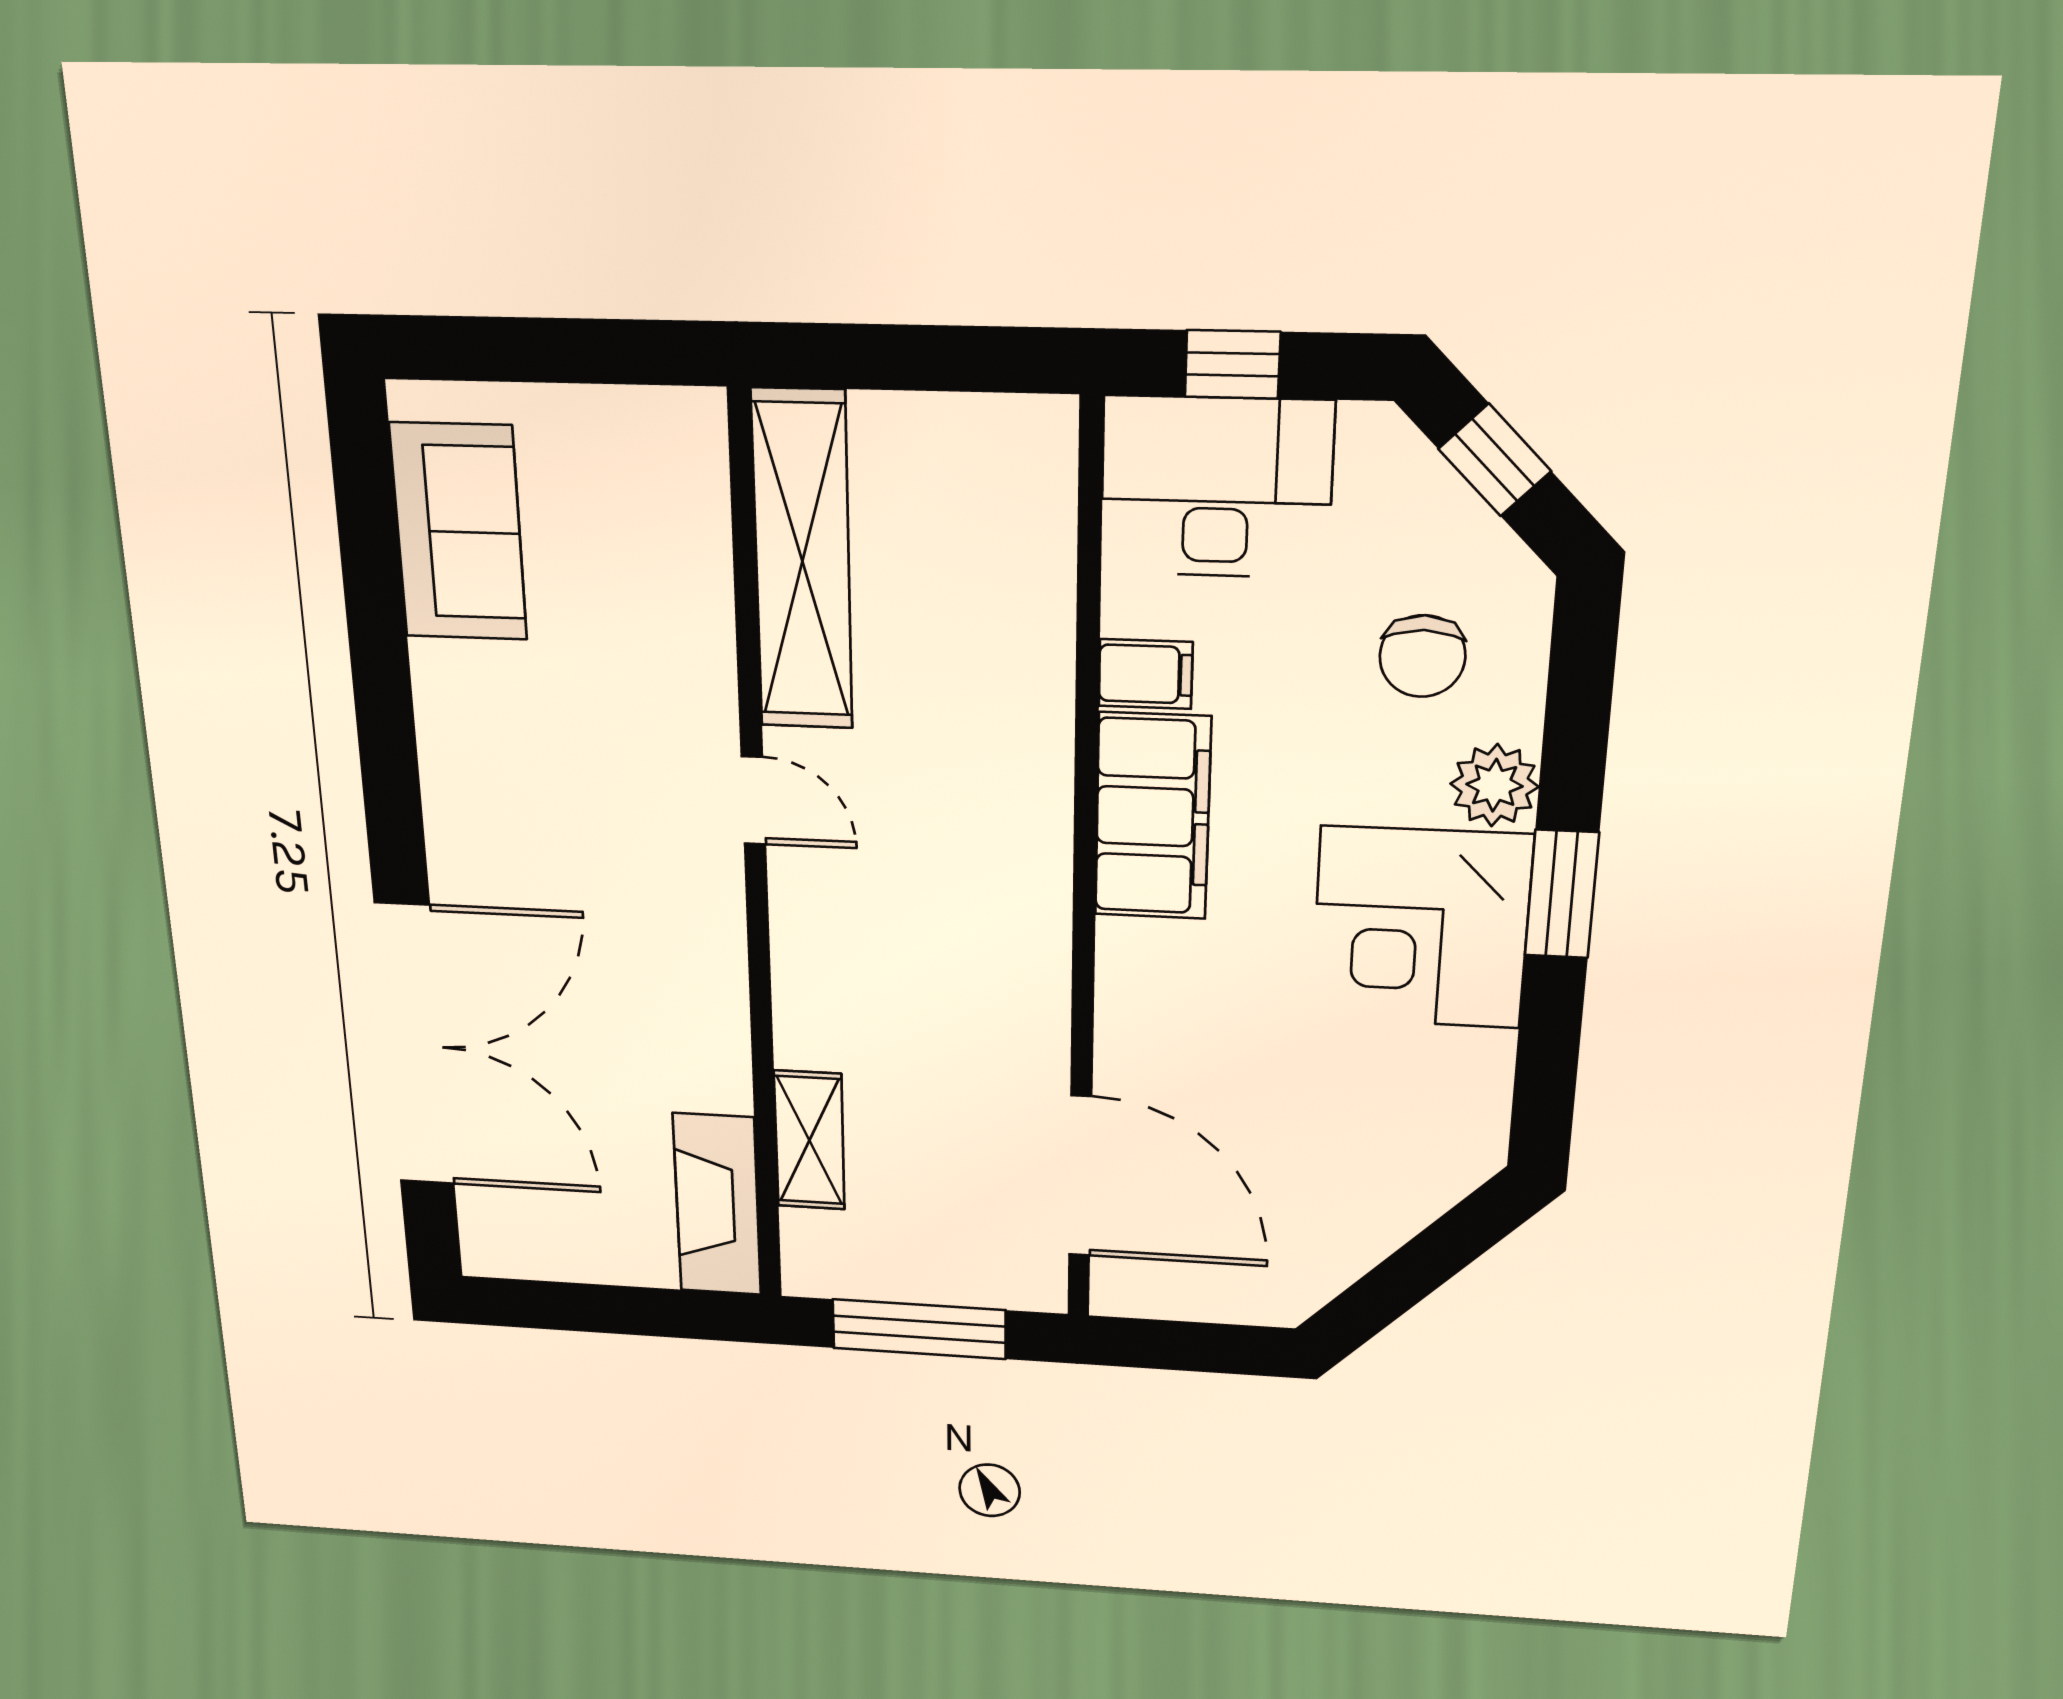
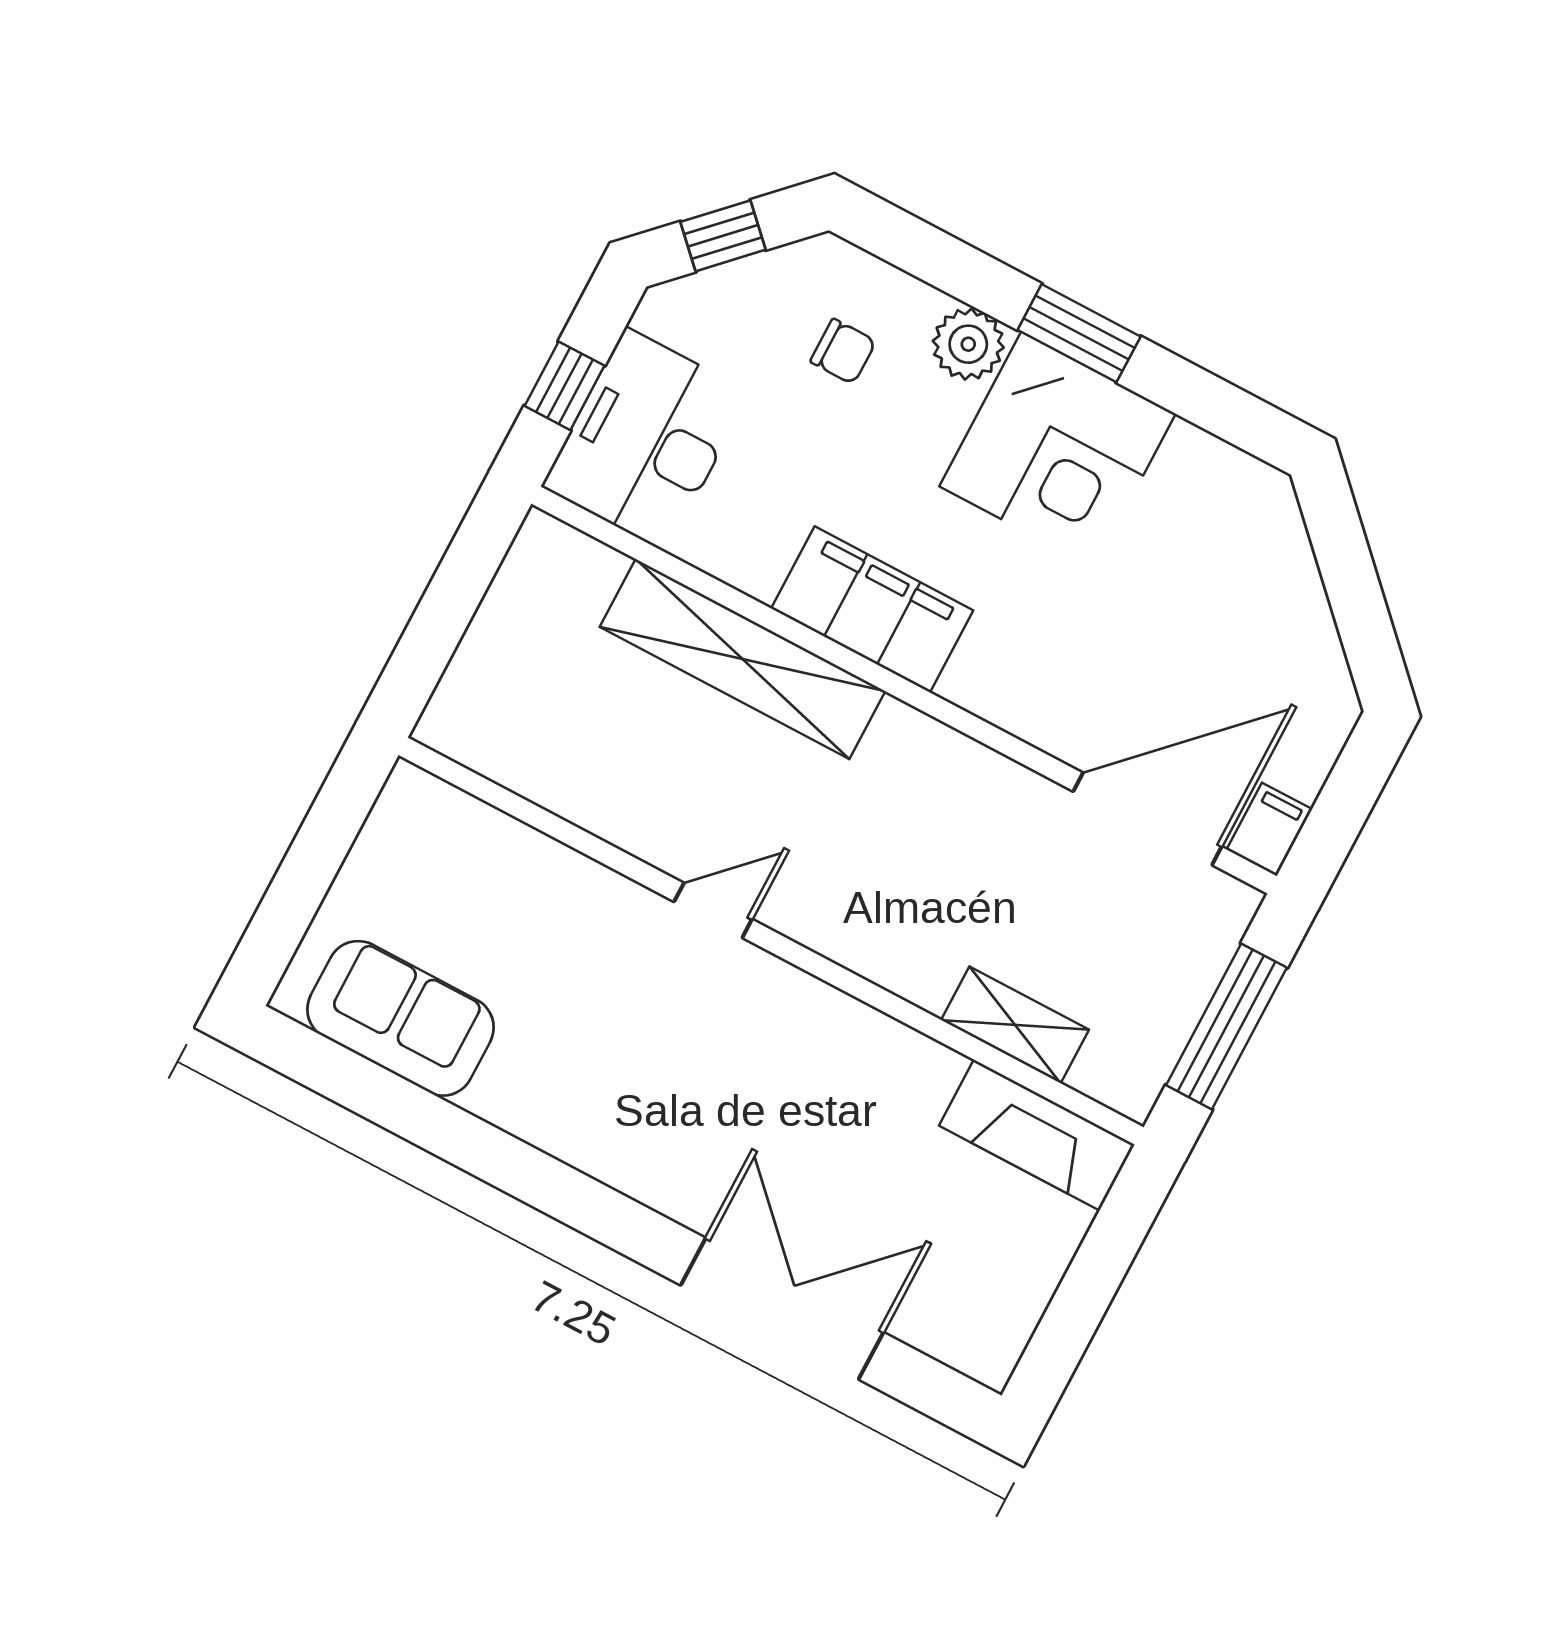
shelving: (802, 561) -> (742, 659), moved
chair: (1423, 656) -> (843, 351), width x0.73, depth x0.73
filing cabinet: (1146, 674) -> (1269, 829), moved
double door: (415, 1046) -> (782, 1309), width x0.73

